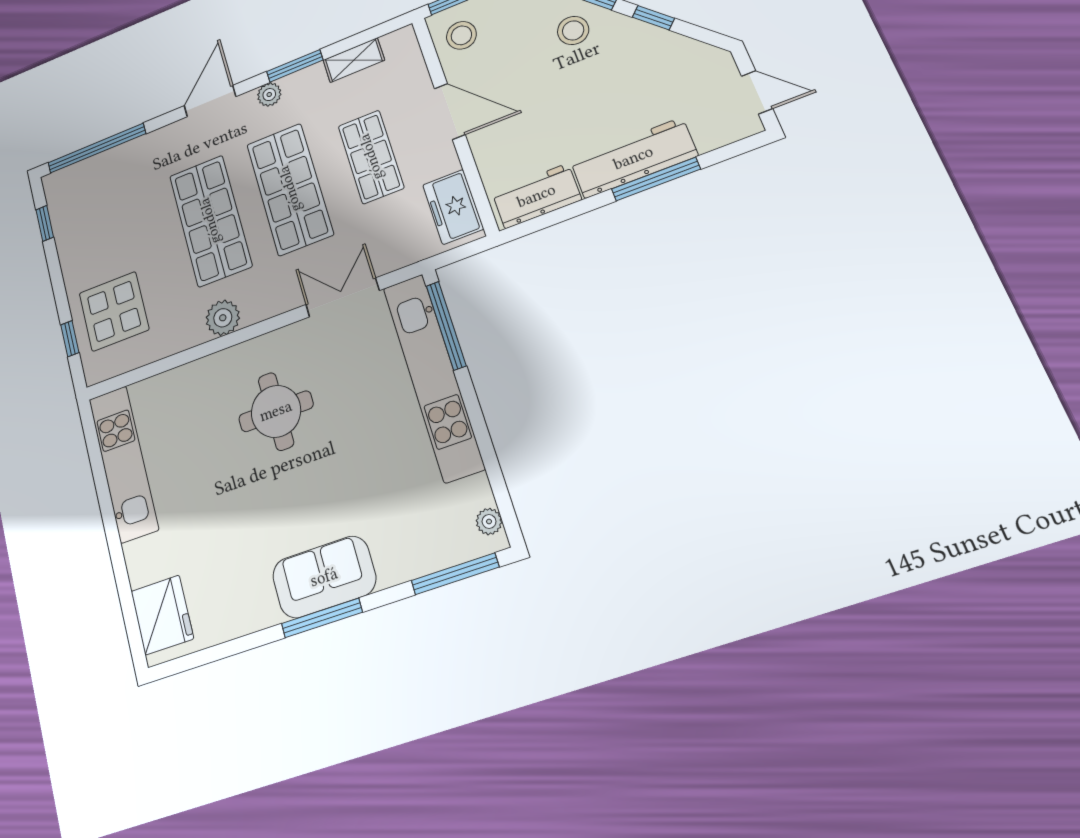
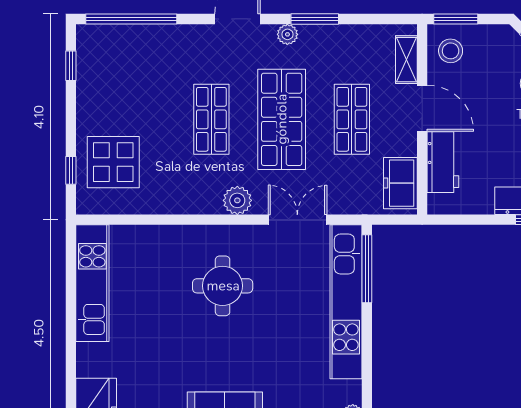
shelving: (354, 60) -> (406, 60), moved, turned 90
workbench: (536, 196) -> (443, 162), moved, turned 90
shop shelf: (210, 221) -> (211, 119), width x0.70, depth x0.74
plant: (223, 318) -> (237, 200), moved

